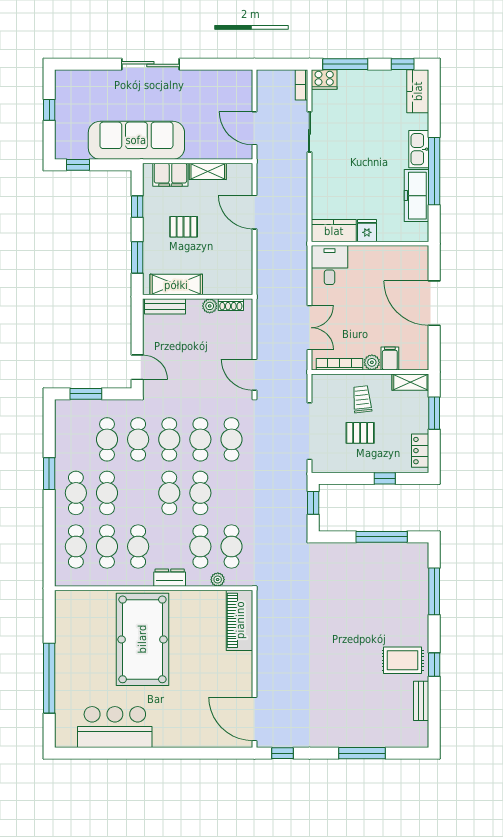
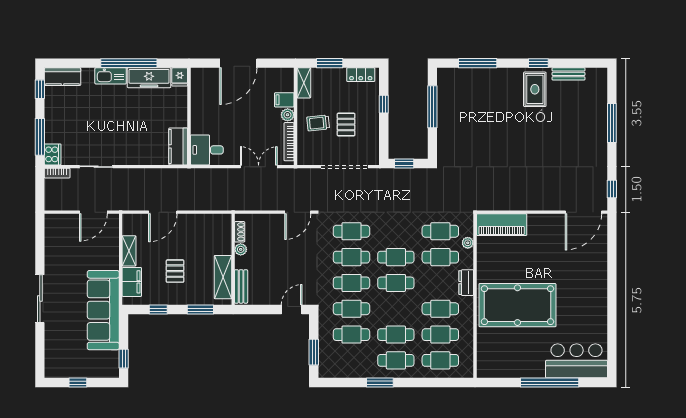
fridge: (367, 231) -> (180, 77), moved, turned -90
bar counter: (115, 727) -> (577, 361), moved, turned 90

